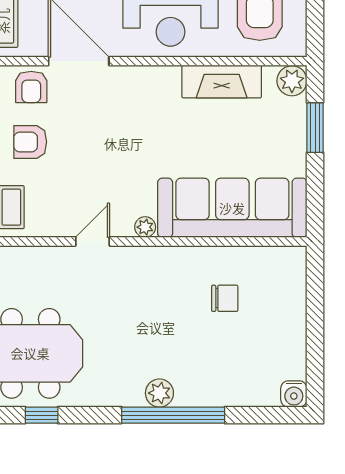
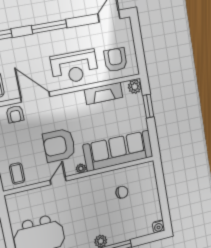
armchair: (30, 142) -> (59, 145), moved, width x1.88, depth x1.88

